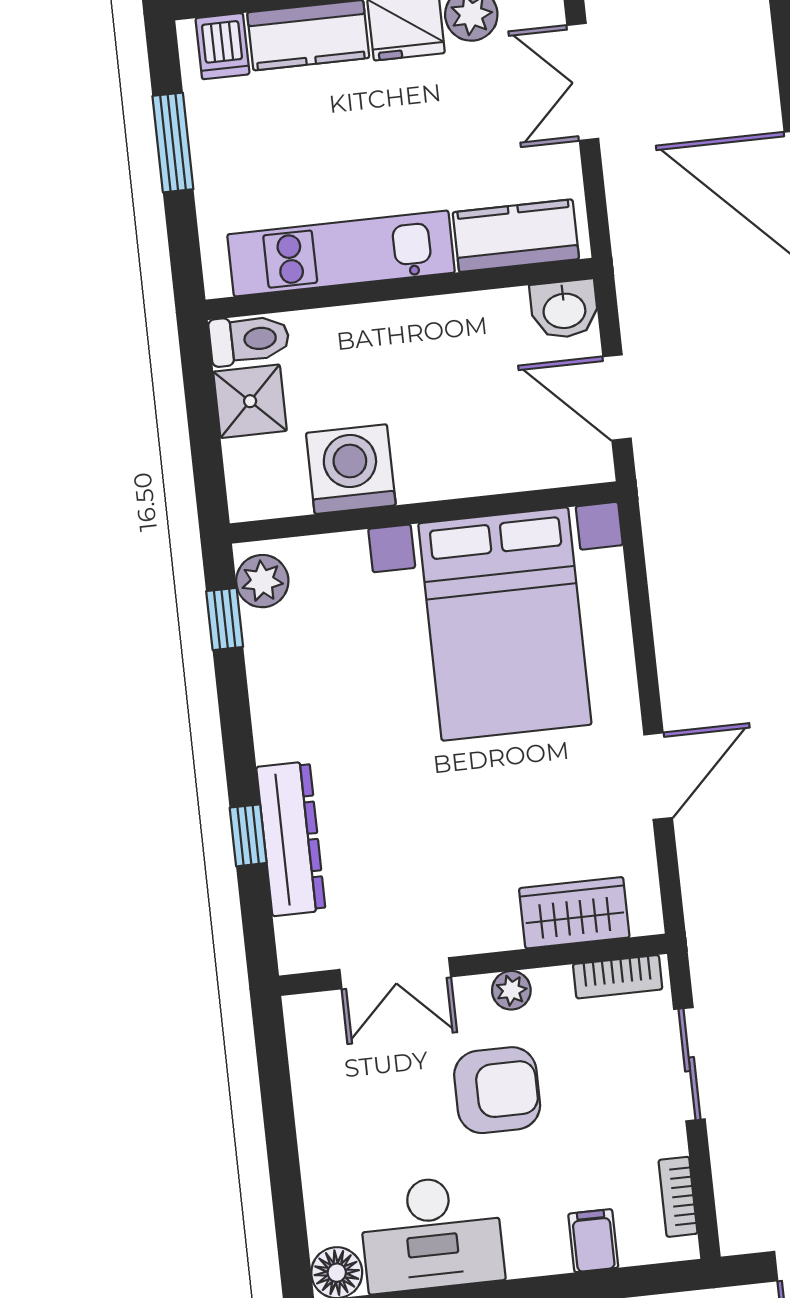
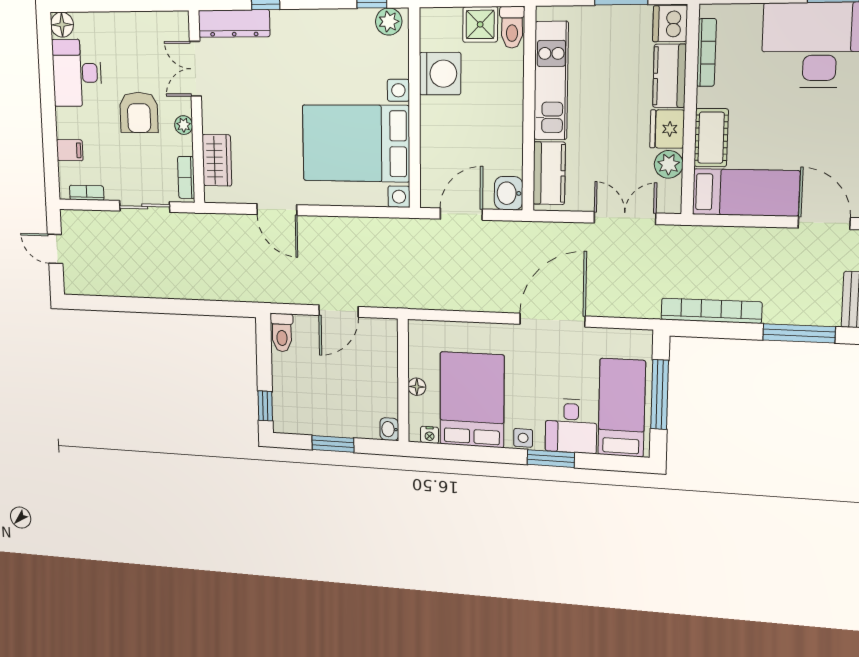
dishwasher: (222, 46) -> (670, 24), width x1.38
dresser: (291, 839) -> (234, 23), moved

